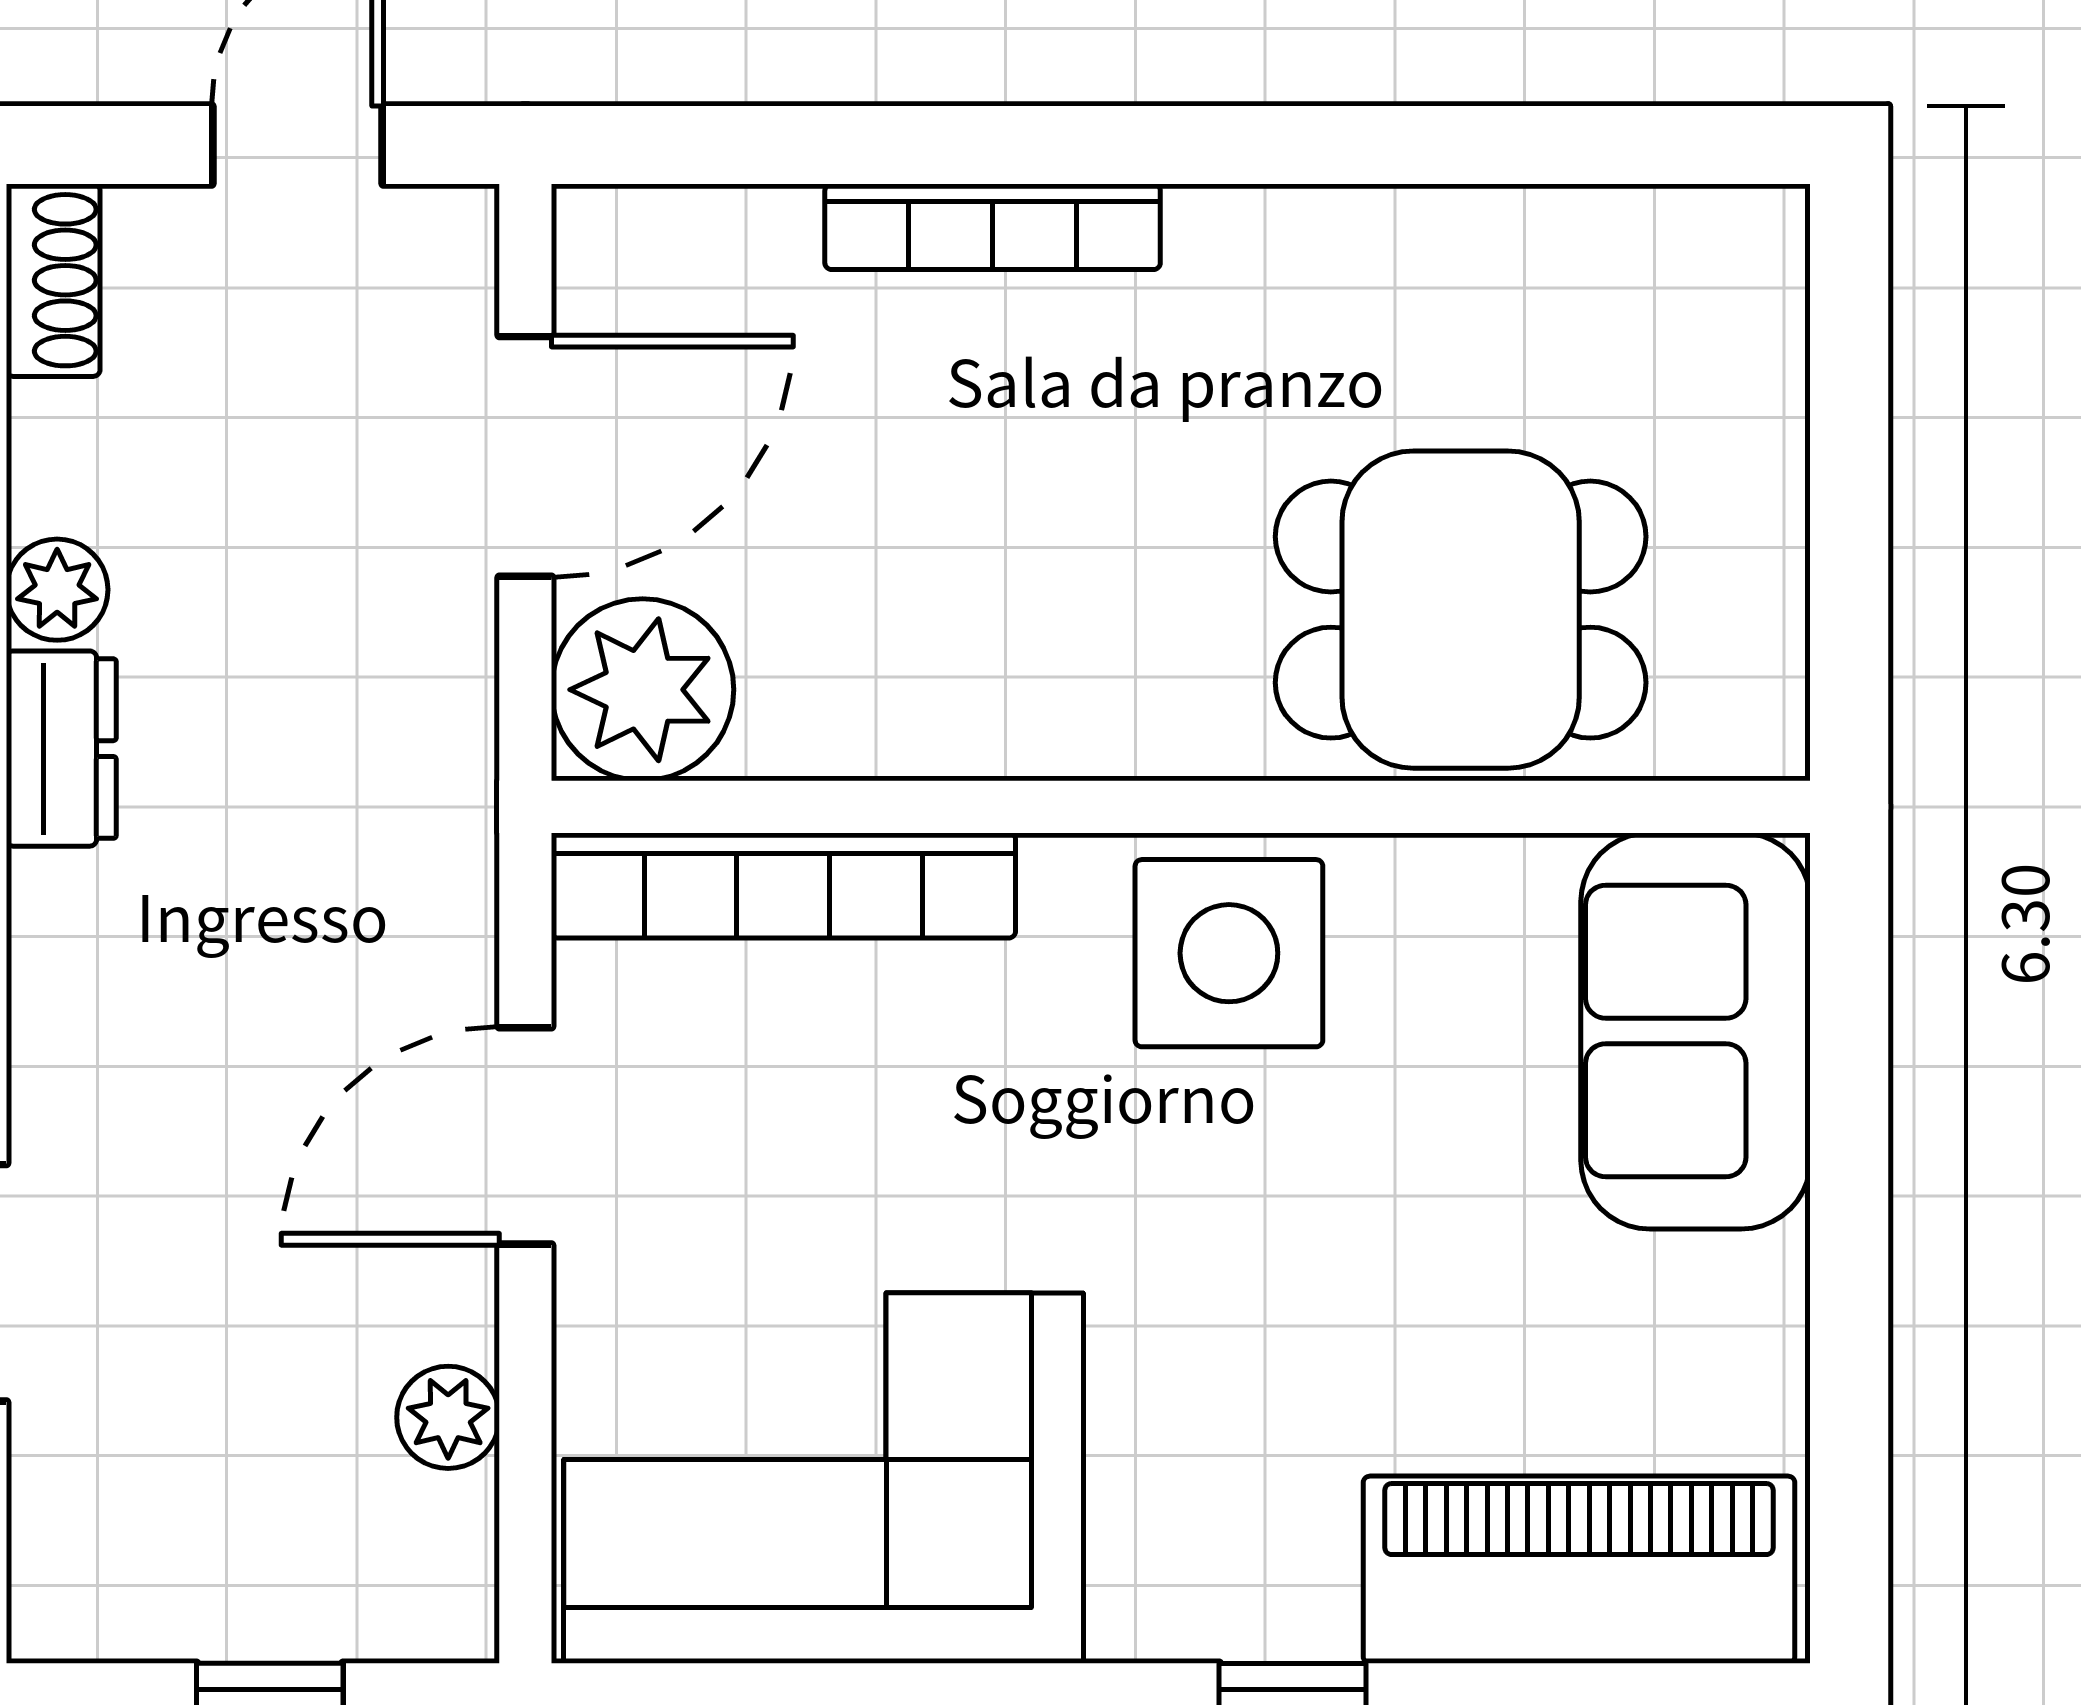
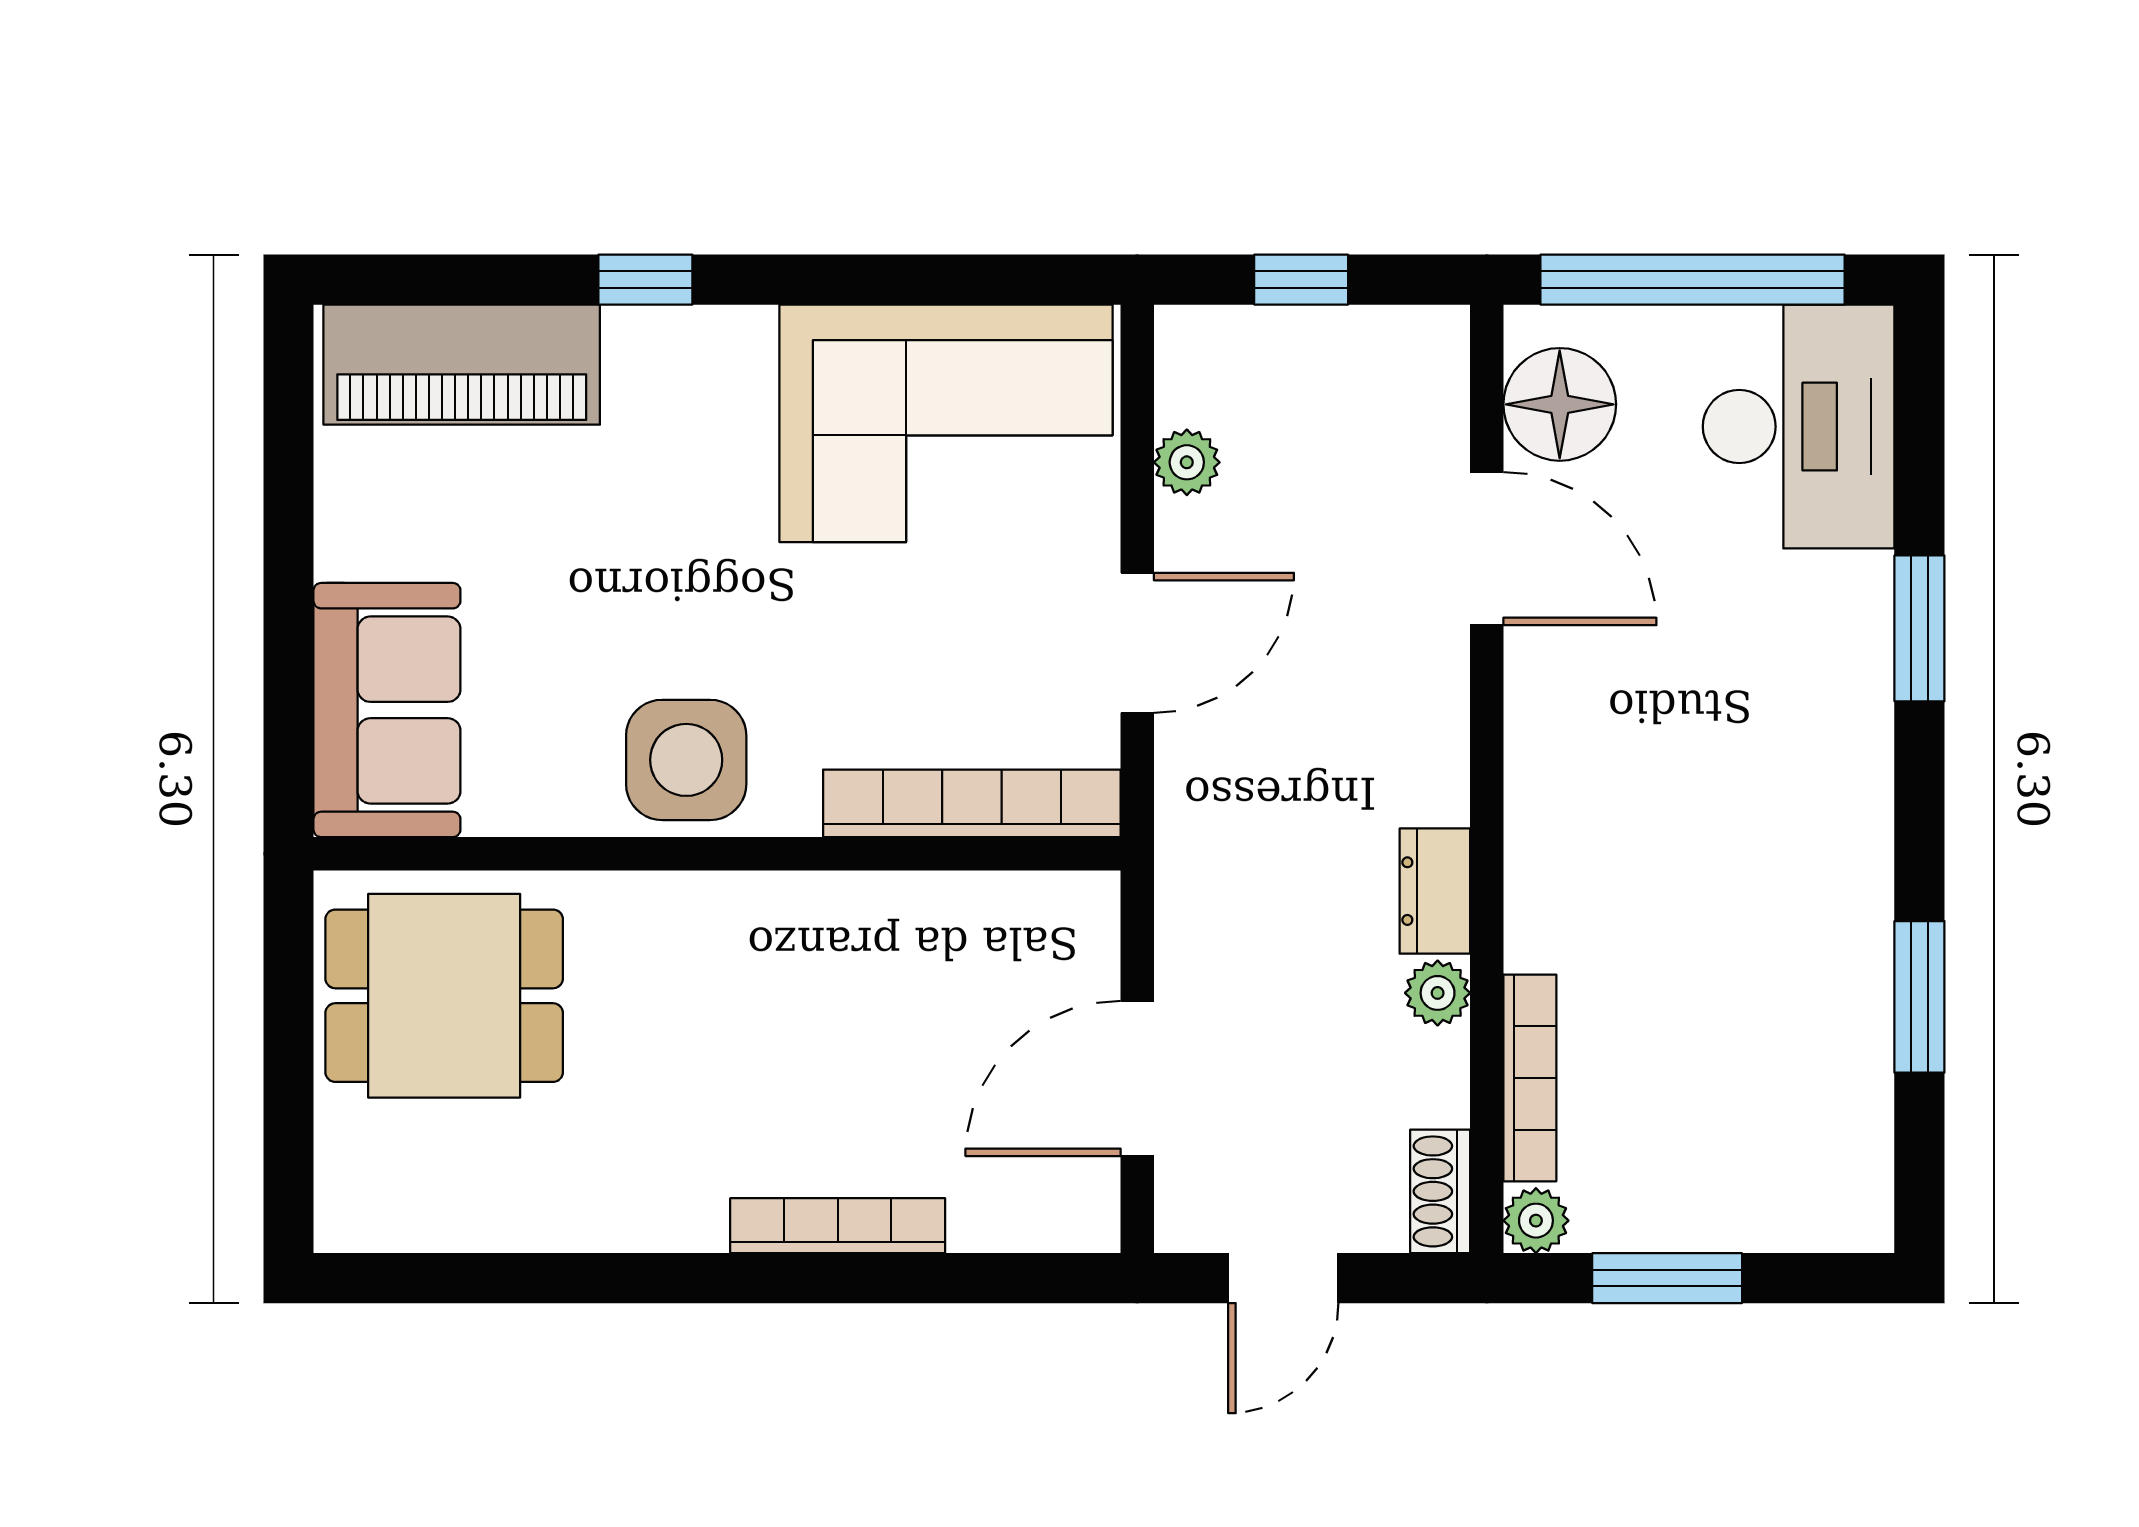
dining table: (1461, 610) -> (444, 996), moved
plant: (643, 690) -> (1062, 929), removed

